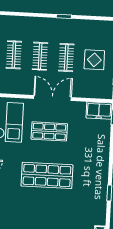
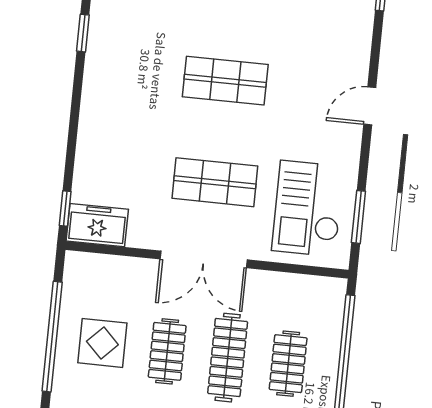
clothes rail: (40, 56) -> (228, 358), width x1.36
shop shelf: (47, 175) -> (225, 81), width x0.70, depth x0.74

